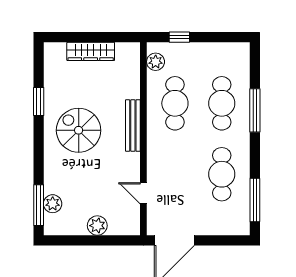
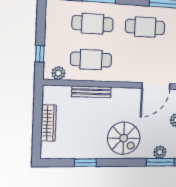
bench: (133, 126) -> (91, 92), moved
spiral stairs: (79, 130) -> (124, 138), moved, turned -90
door: (143, 193) -> (156, 86), width x1.88

